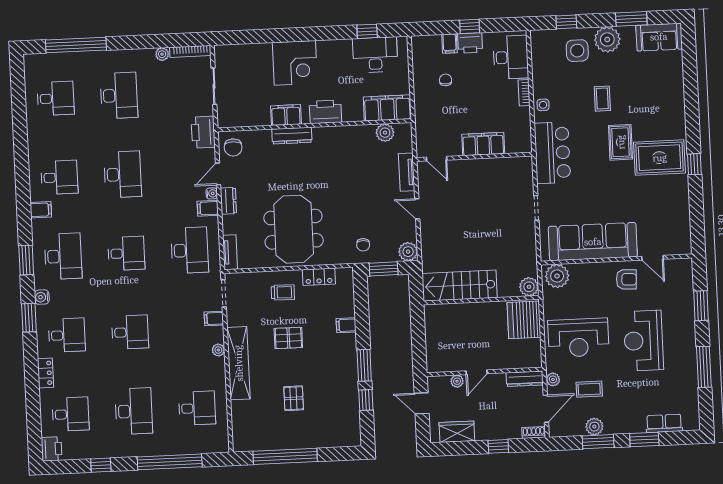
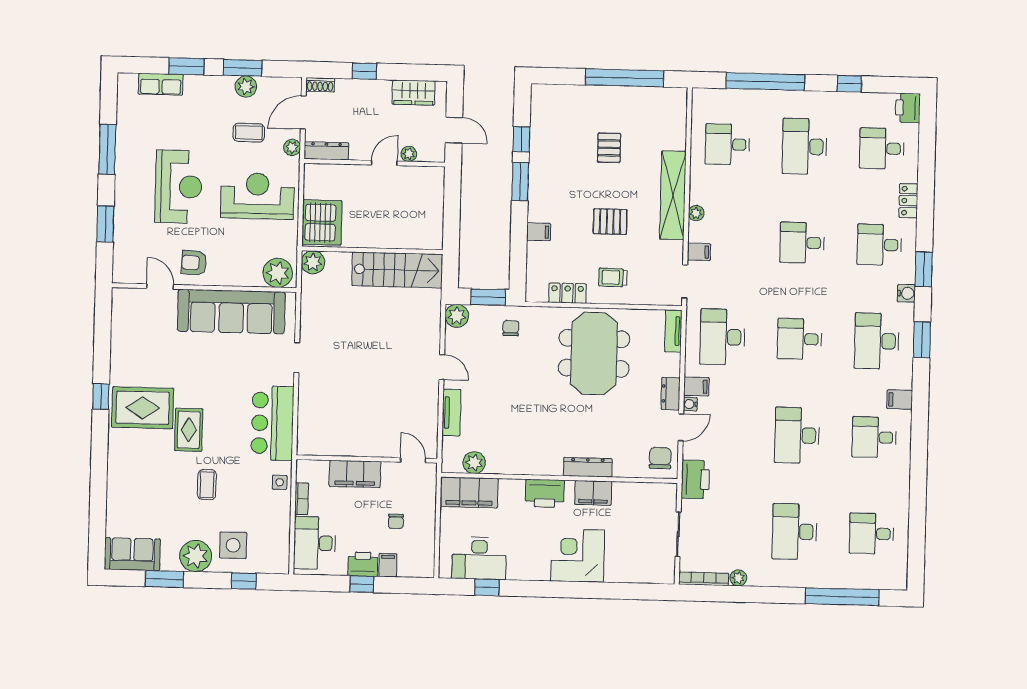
filing cabinet: (483, 144) -> (355, 474), moved
wall: (474, 157) -> (367, 459), moved
door: (437, 159) -> (413, 460), moved

